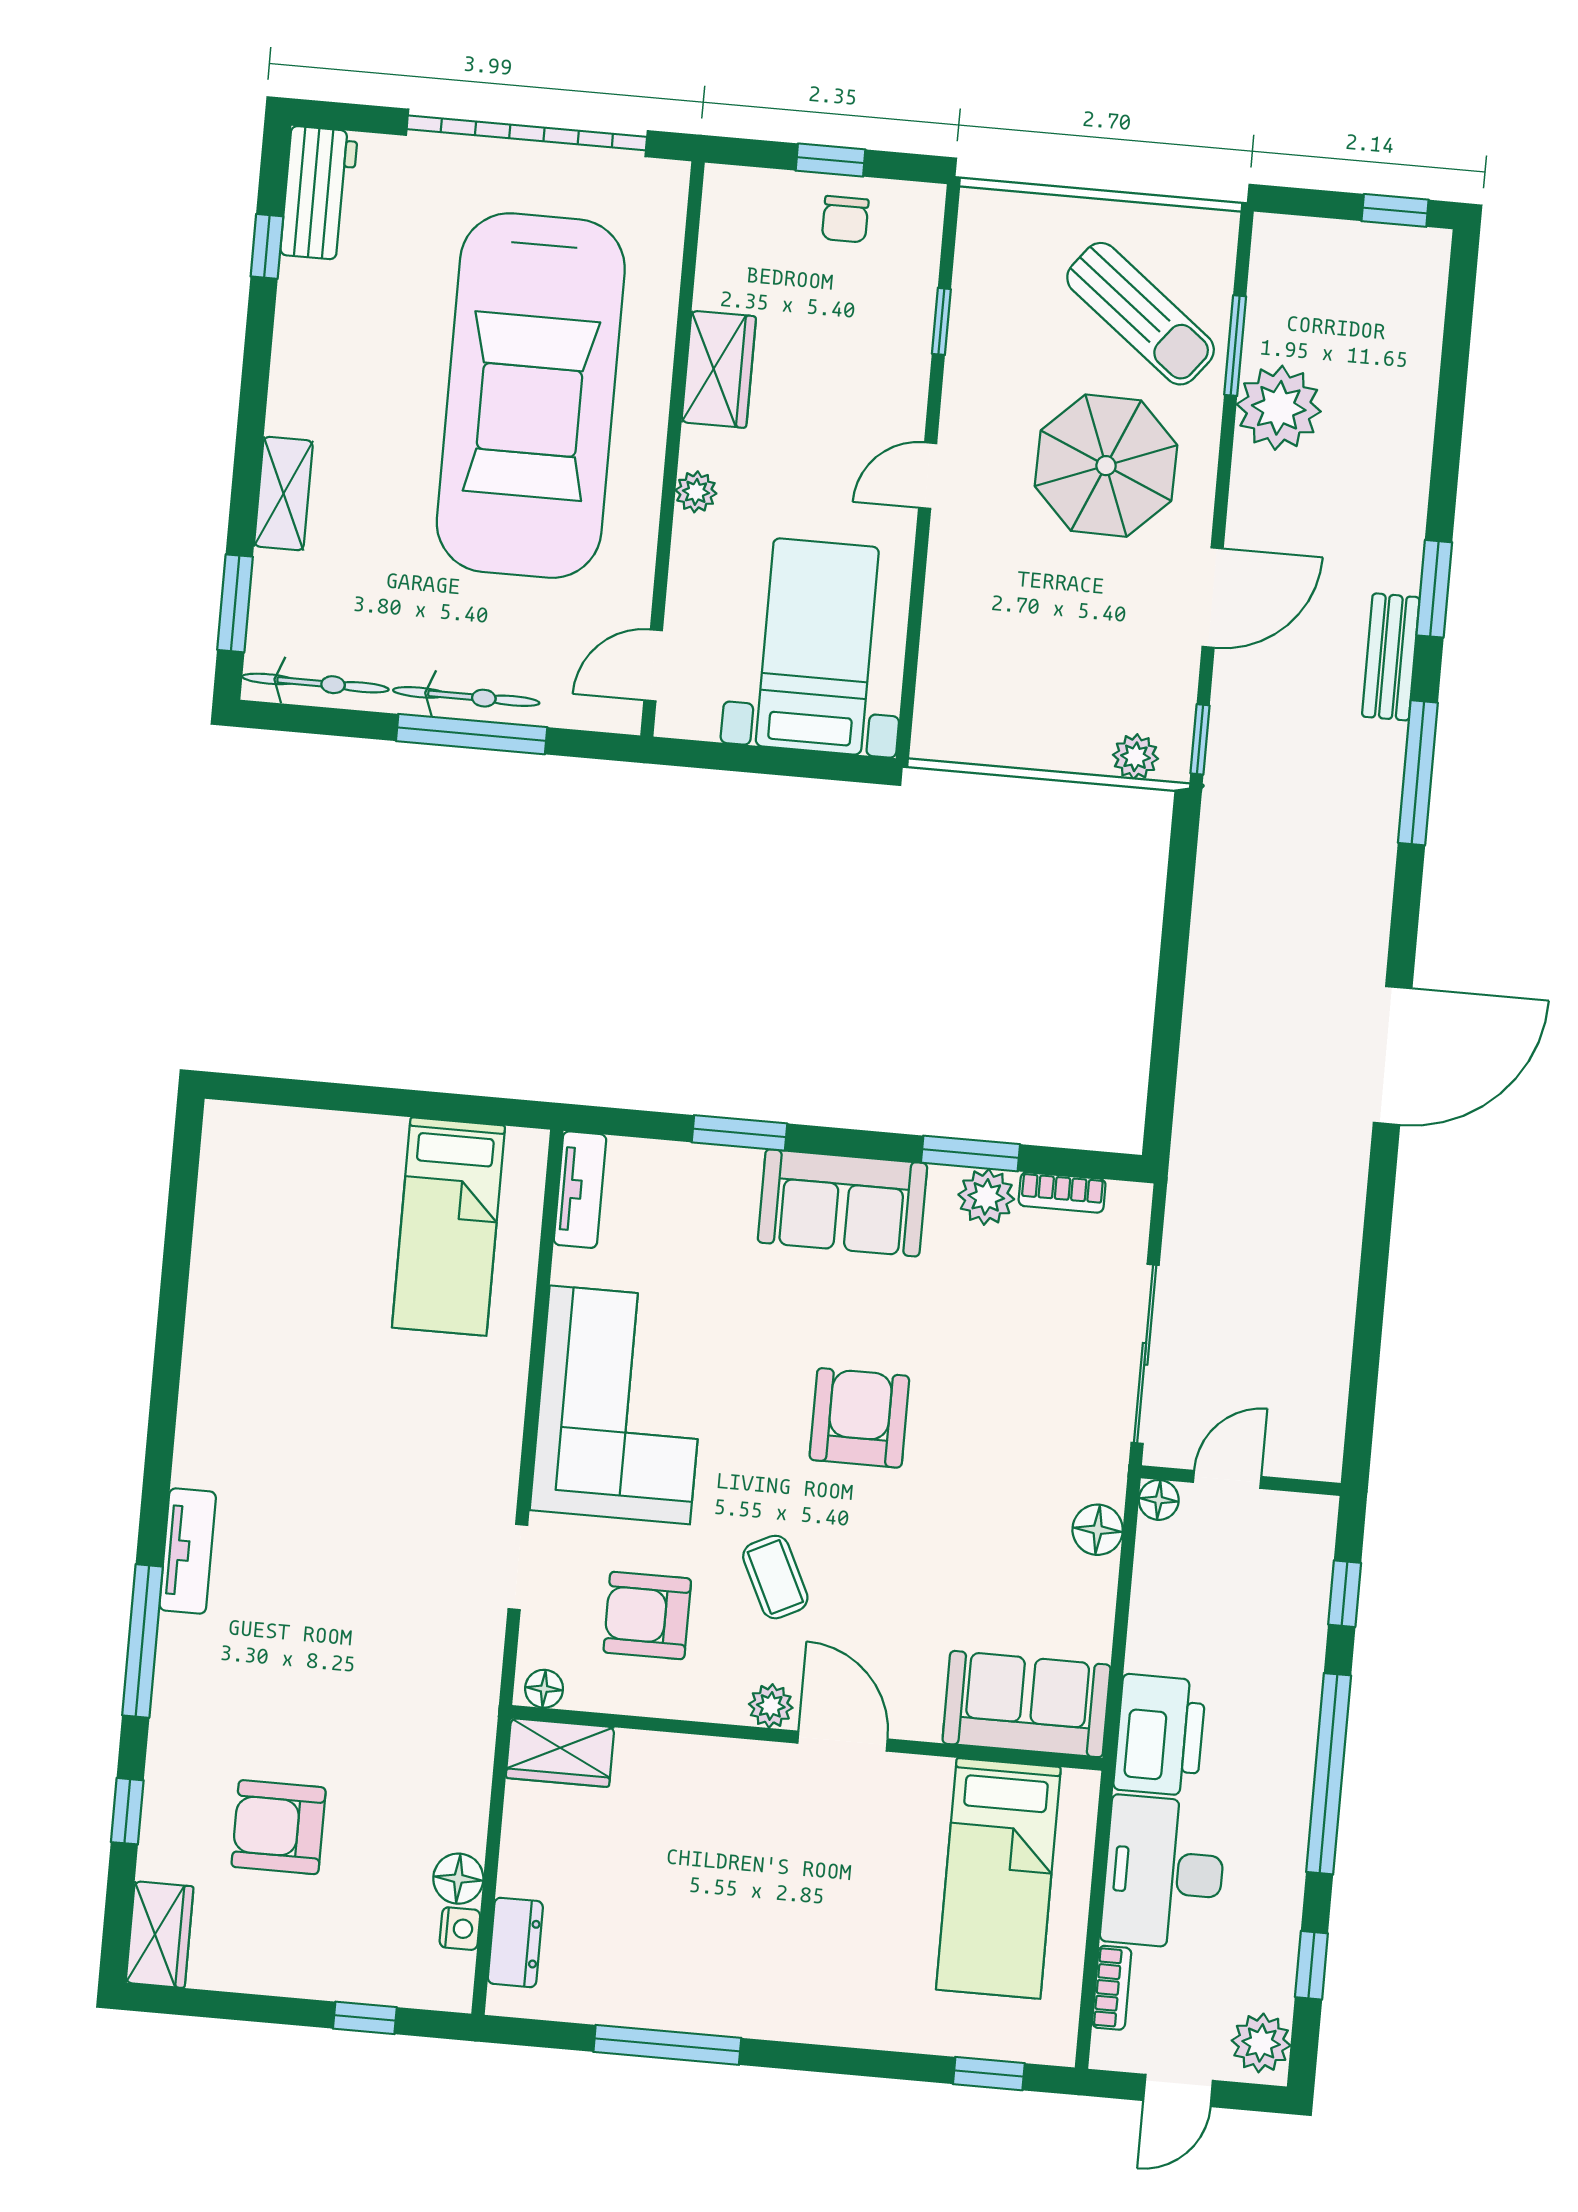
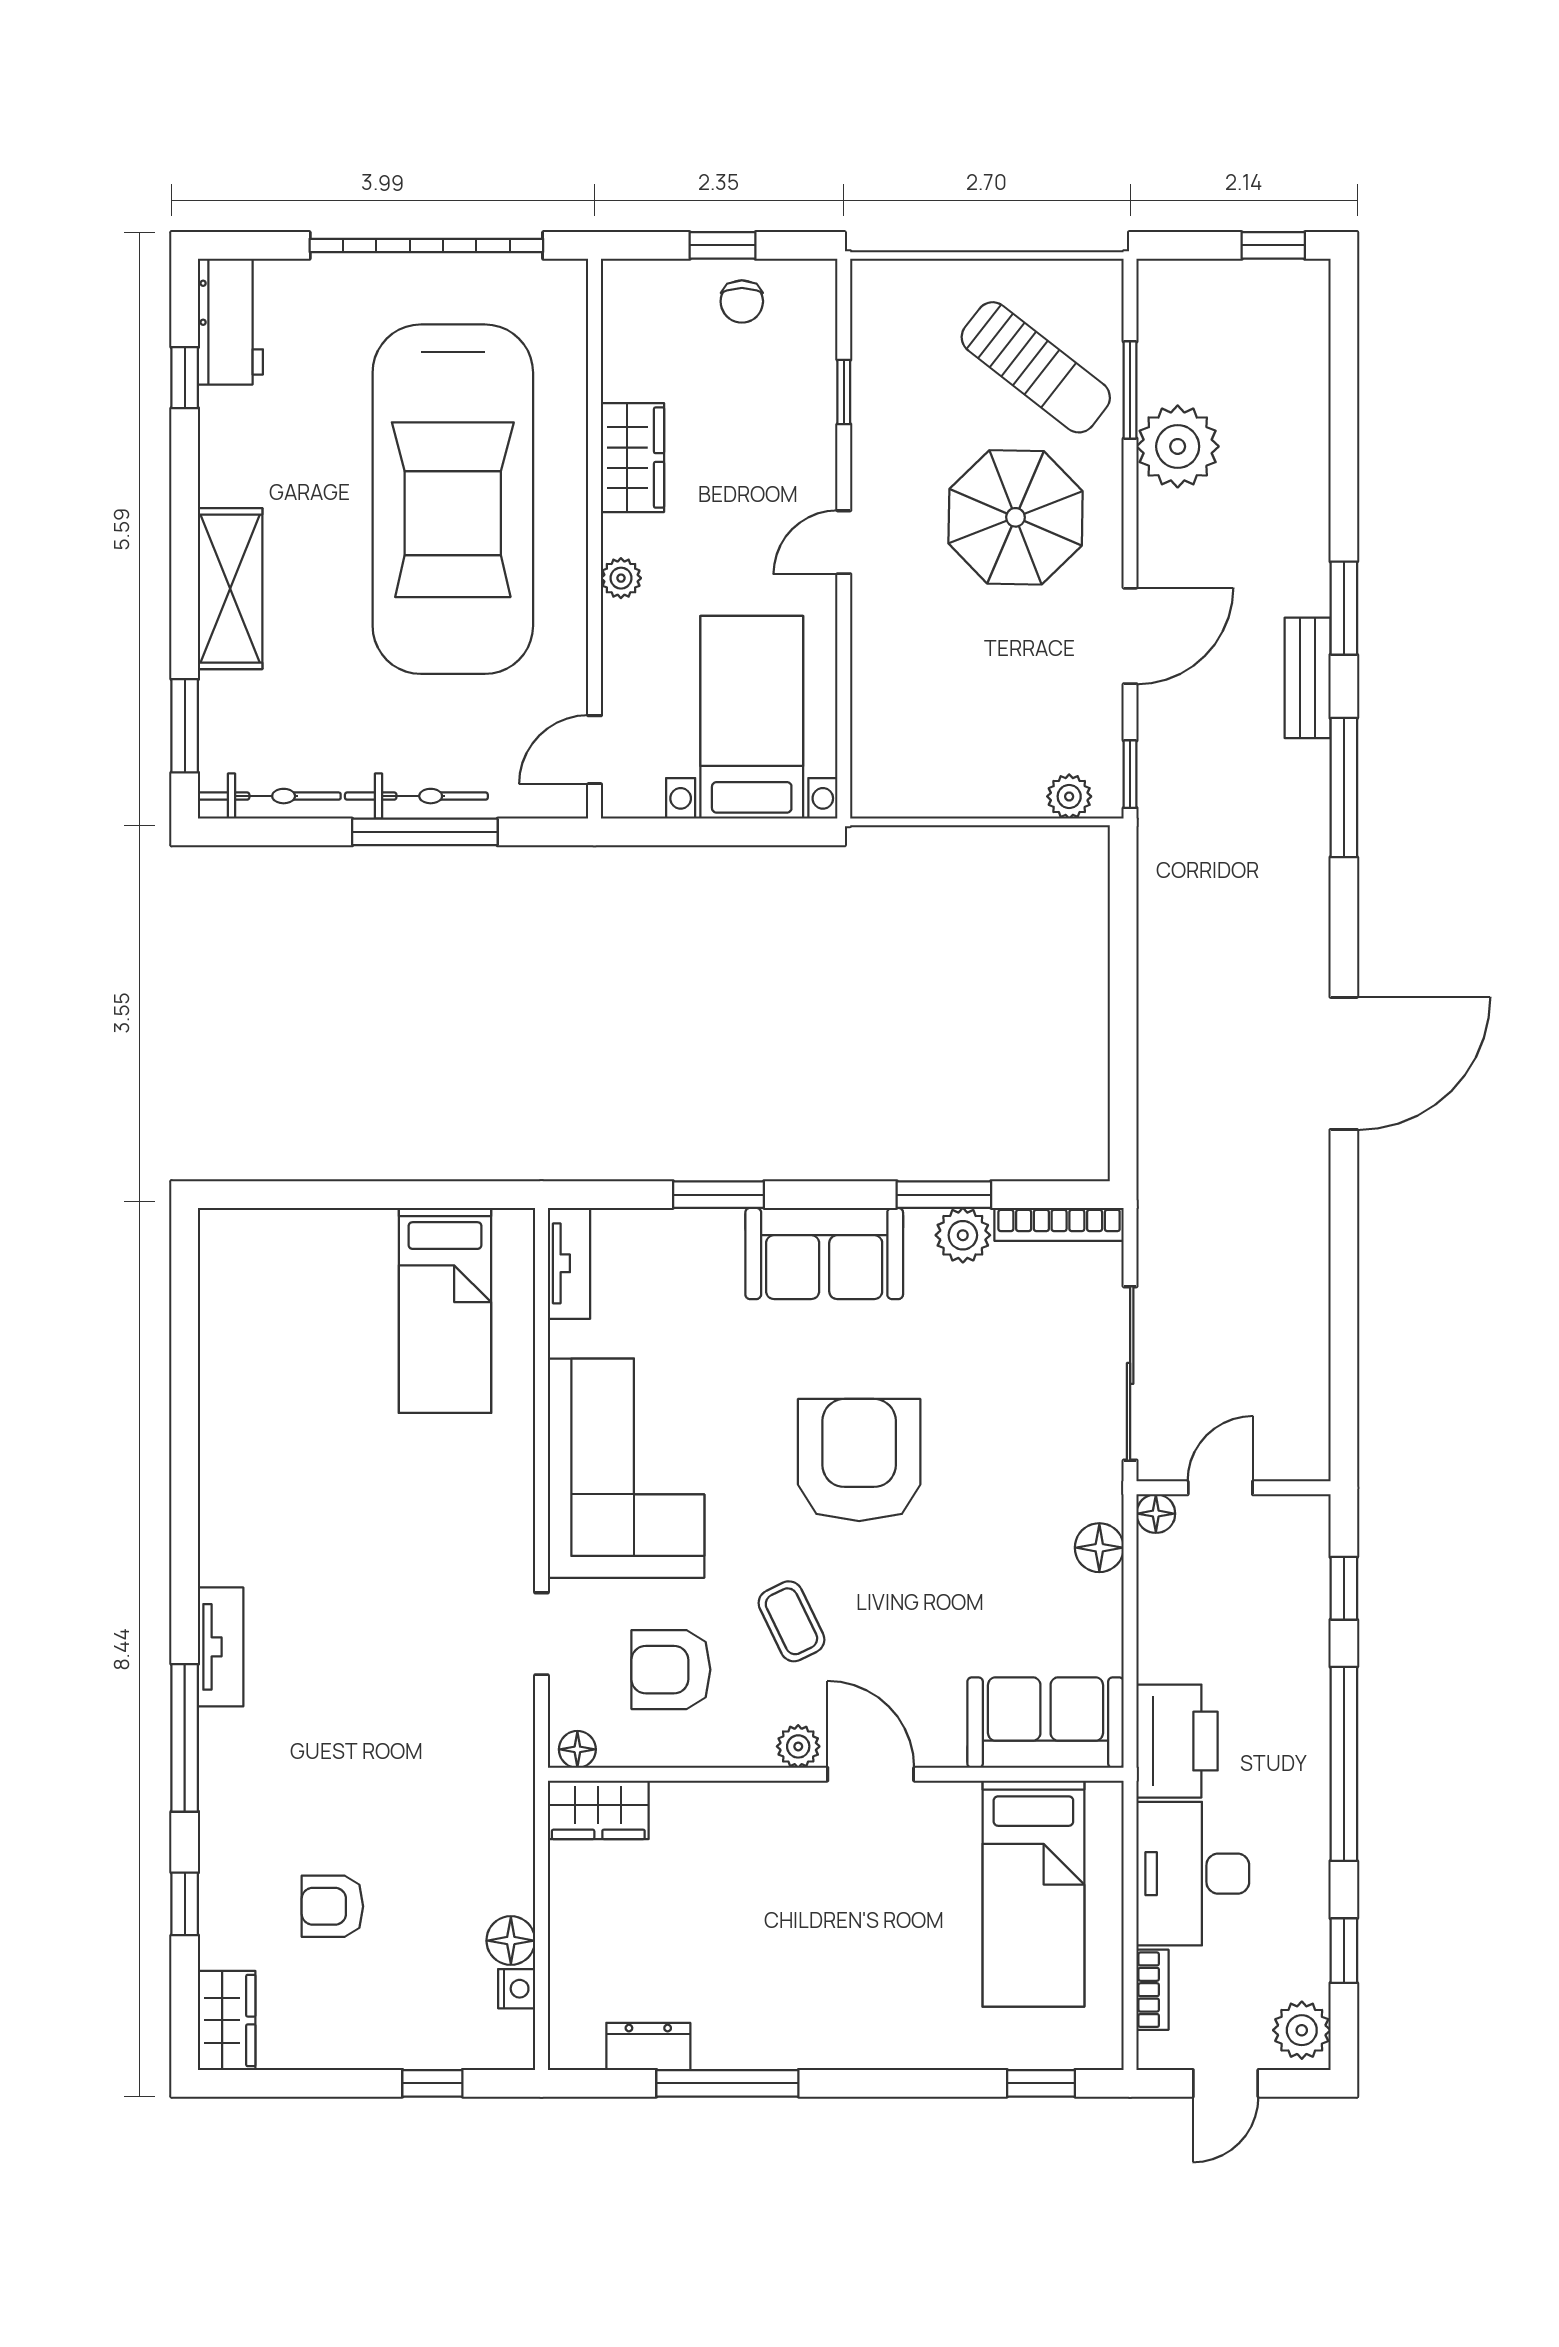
shelving: (283, 494) -> (230, 589), width x1.50, depth x1.33
bookcase: (1062, 1192) -> (1059, 1224), width x1.56
armchair: (859, 1418) -> (859, 1460), width x1.36, depth x1.36
armchair: (279, 1827) -> (332, 1906), width x0.72, depth x0.72
dresser: (515, 1942) -> (648, 2046), moved, turned -90

